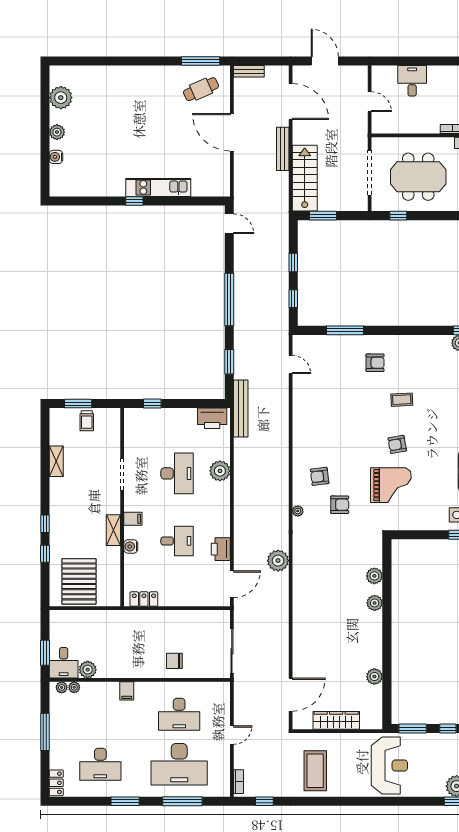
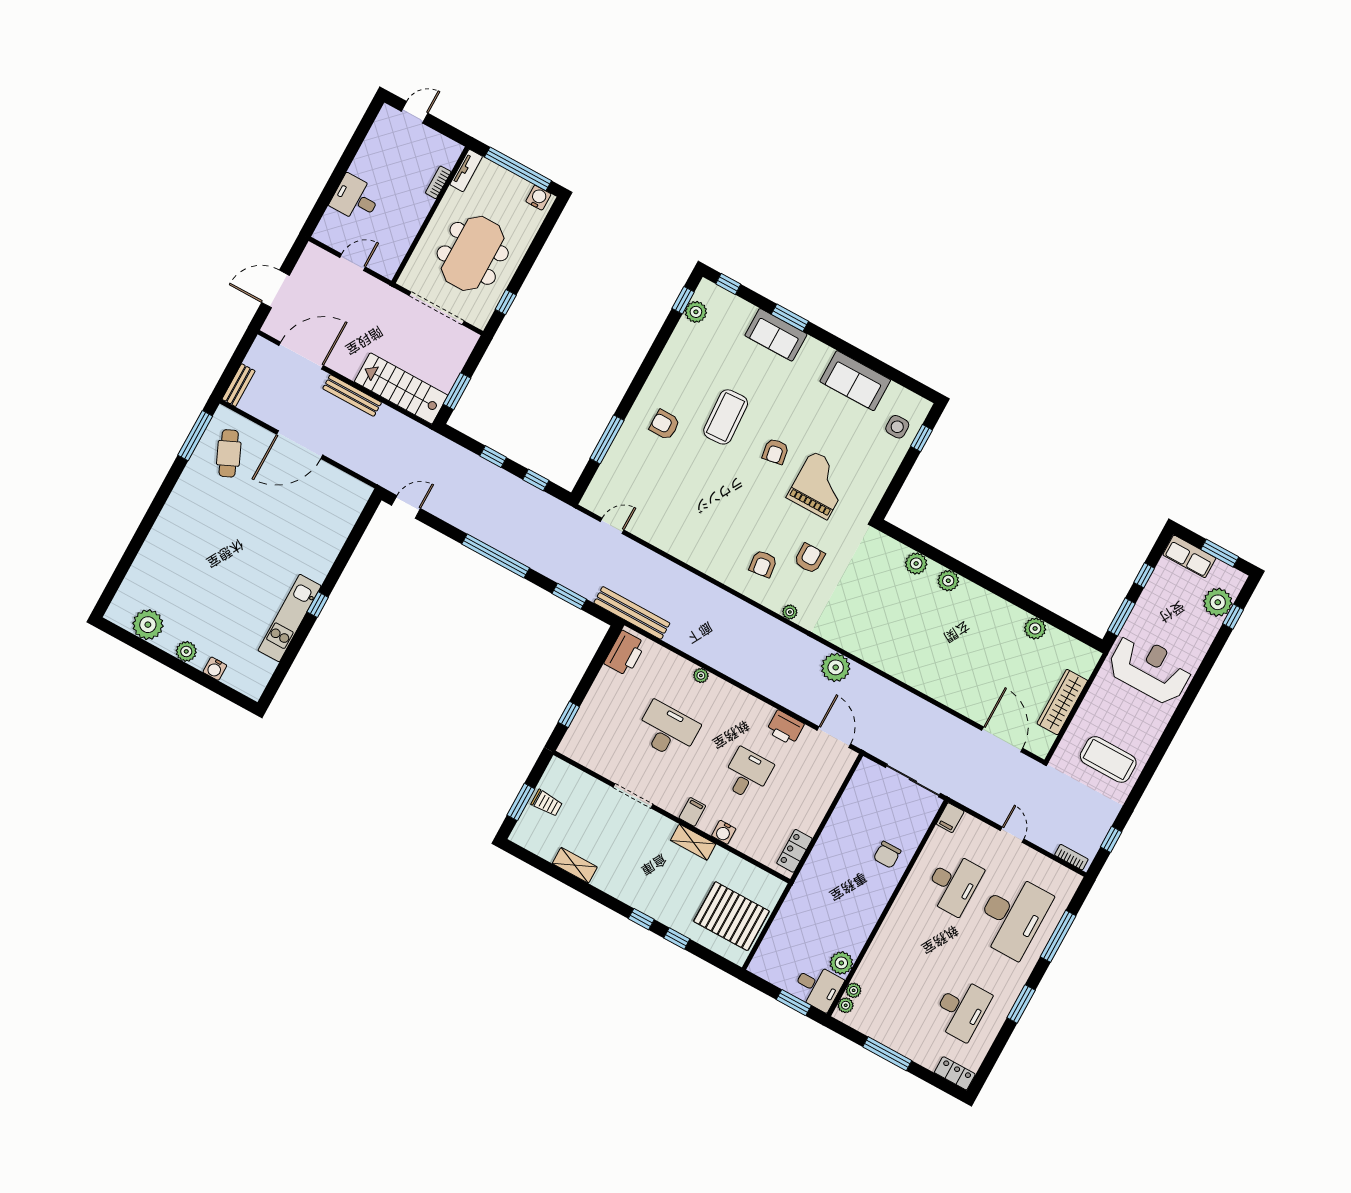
kitchen unit: (158, 187) -> (290, 618), moved
armchair: (375, 363) -> (665, 425), turned -90
coffee table: (402, 400) -> (726, 417), width x1.86, depth x1.72
plant: (220, 471) -> (701, 675), width x0.53, depth x0.53
filing cabinet: (127, 691) -> (950, 818), moved, turned 90

